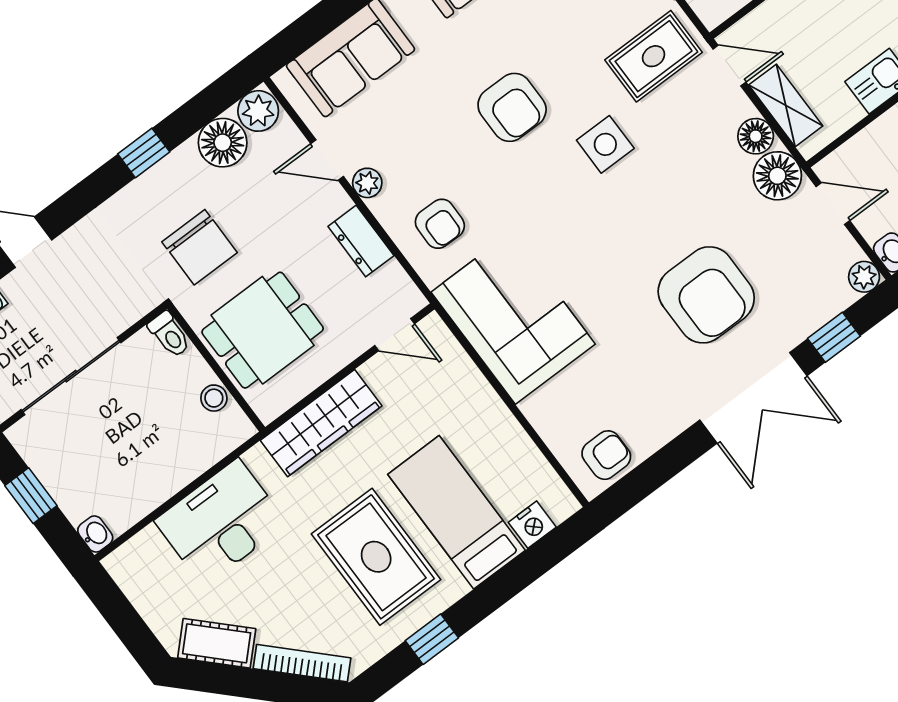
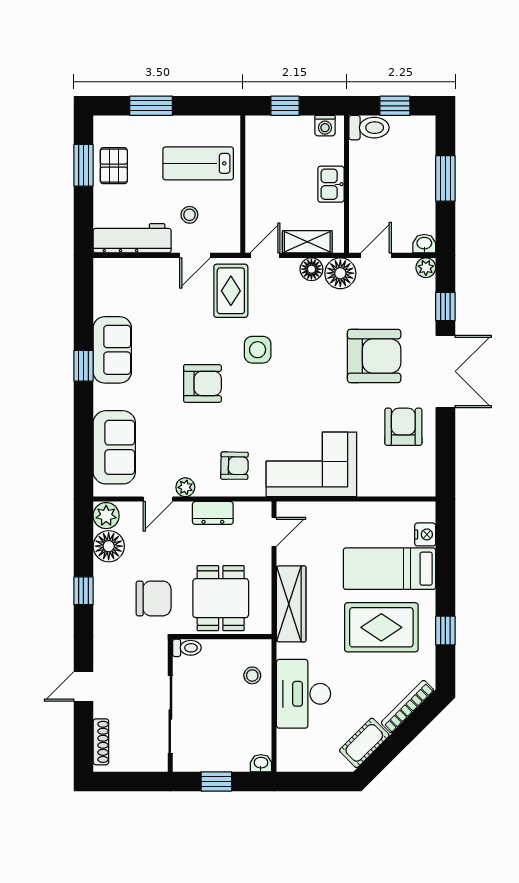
stool: (214, 398) -> (252, 675), moved
armchair: (606, 455) -> (403, 427), moved, width x1.38, depth x1.38

